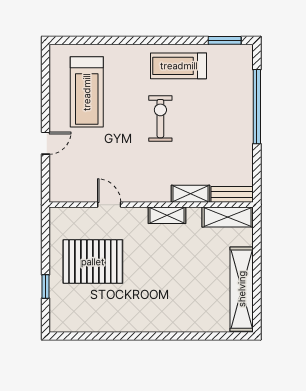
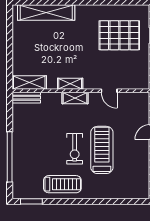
treadmill: (87, 92) -> (102, 150), moved
shelving: (191, 194) -> (75, 98), moved
pallet: (93, 262) -> (119, 35), moved
shelving: (242, 289) -> (46, 13), moved, turned 90

